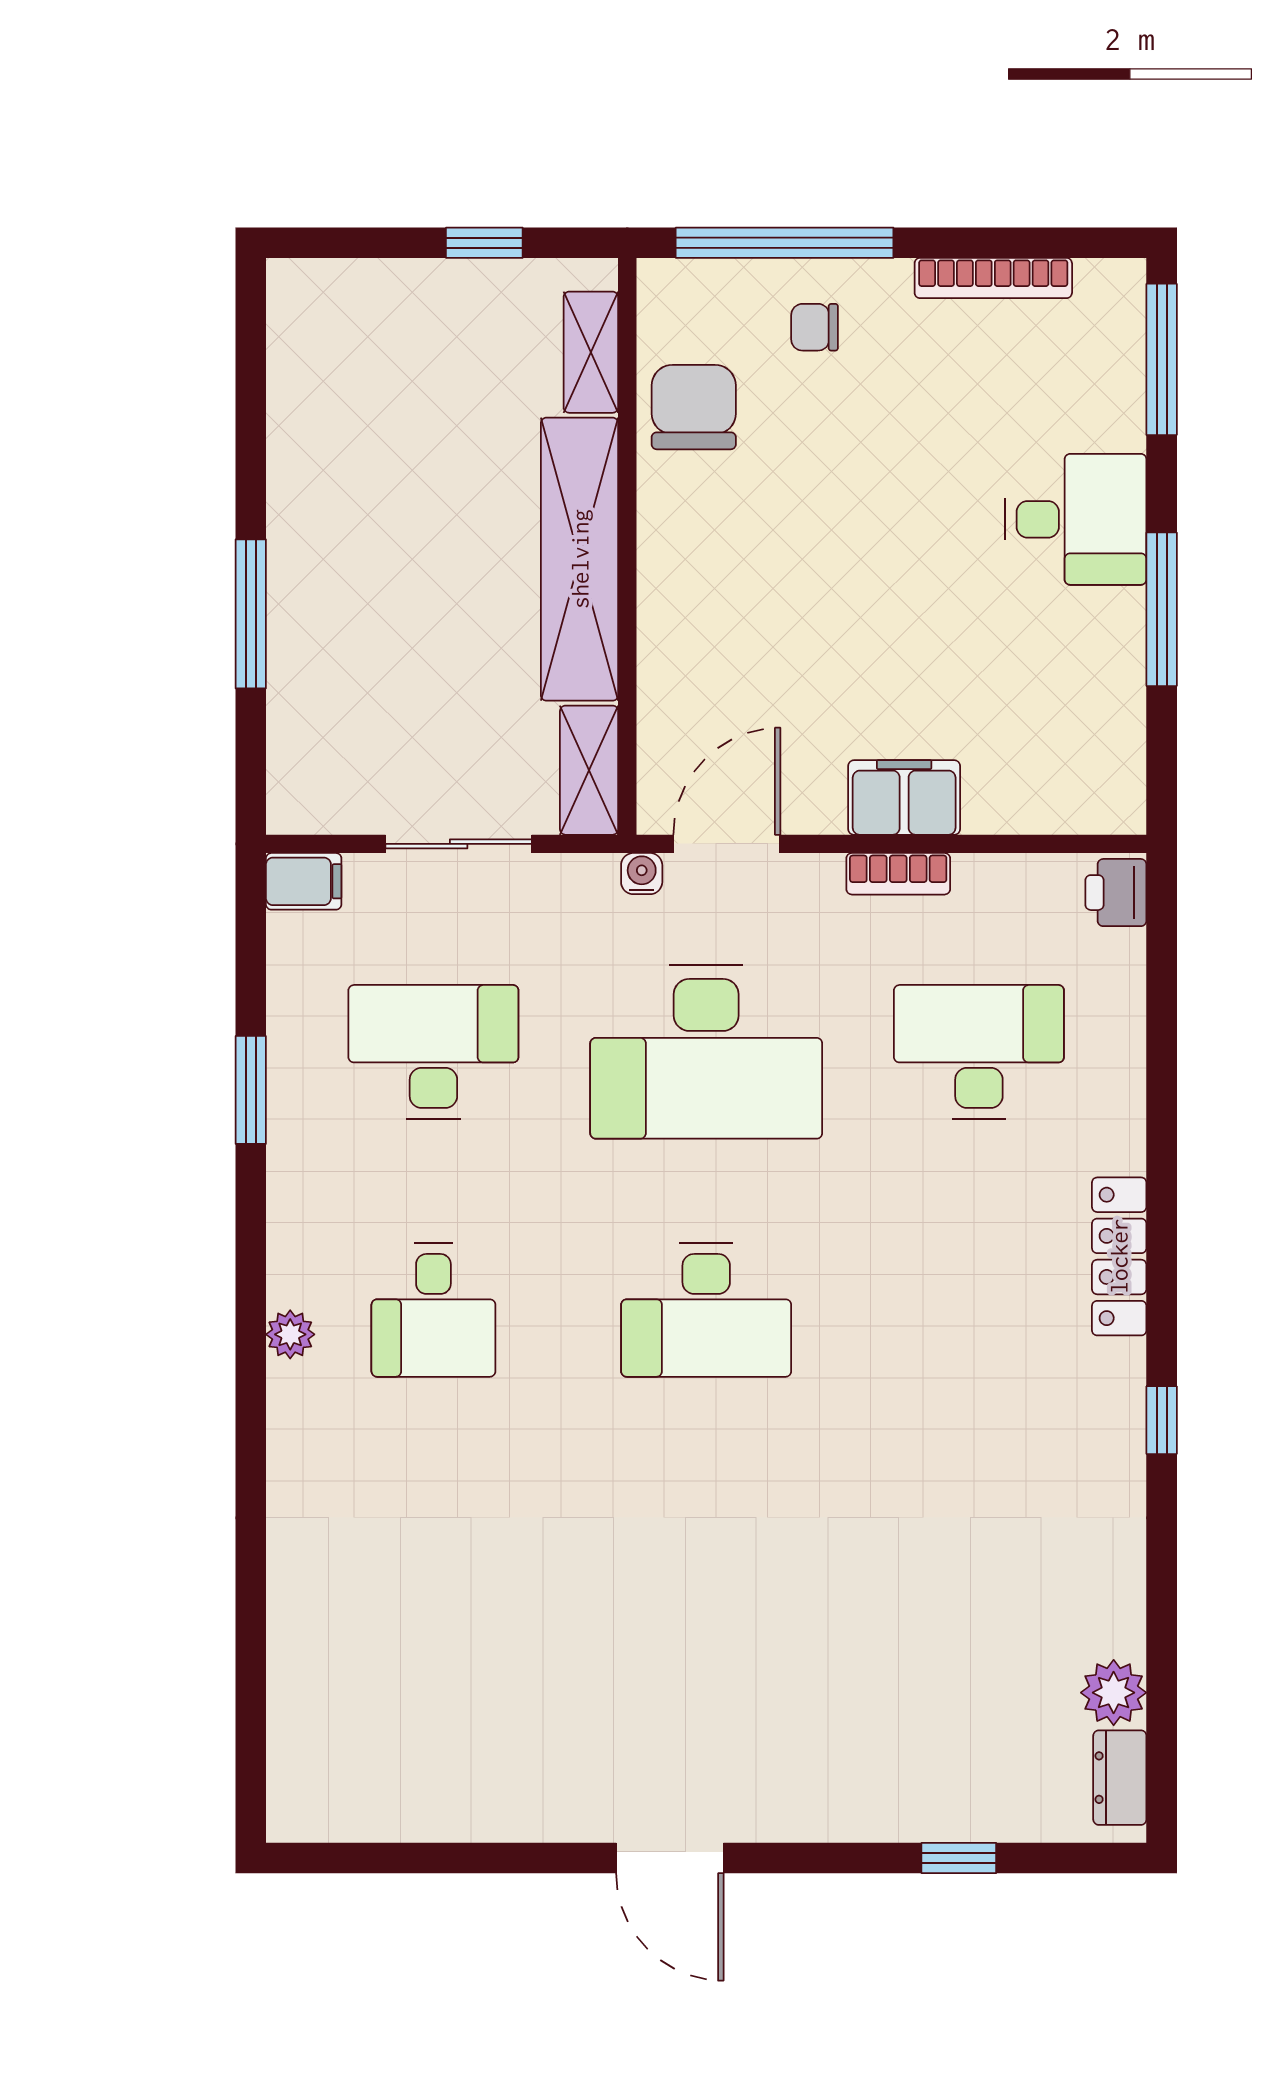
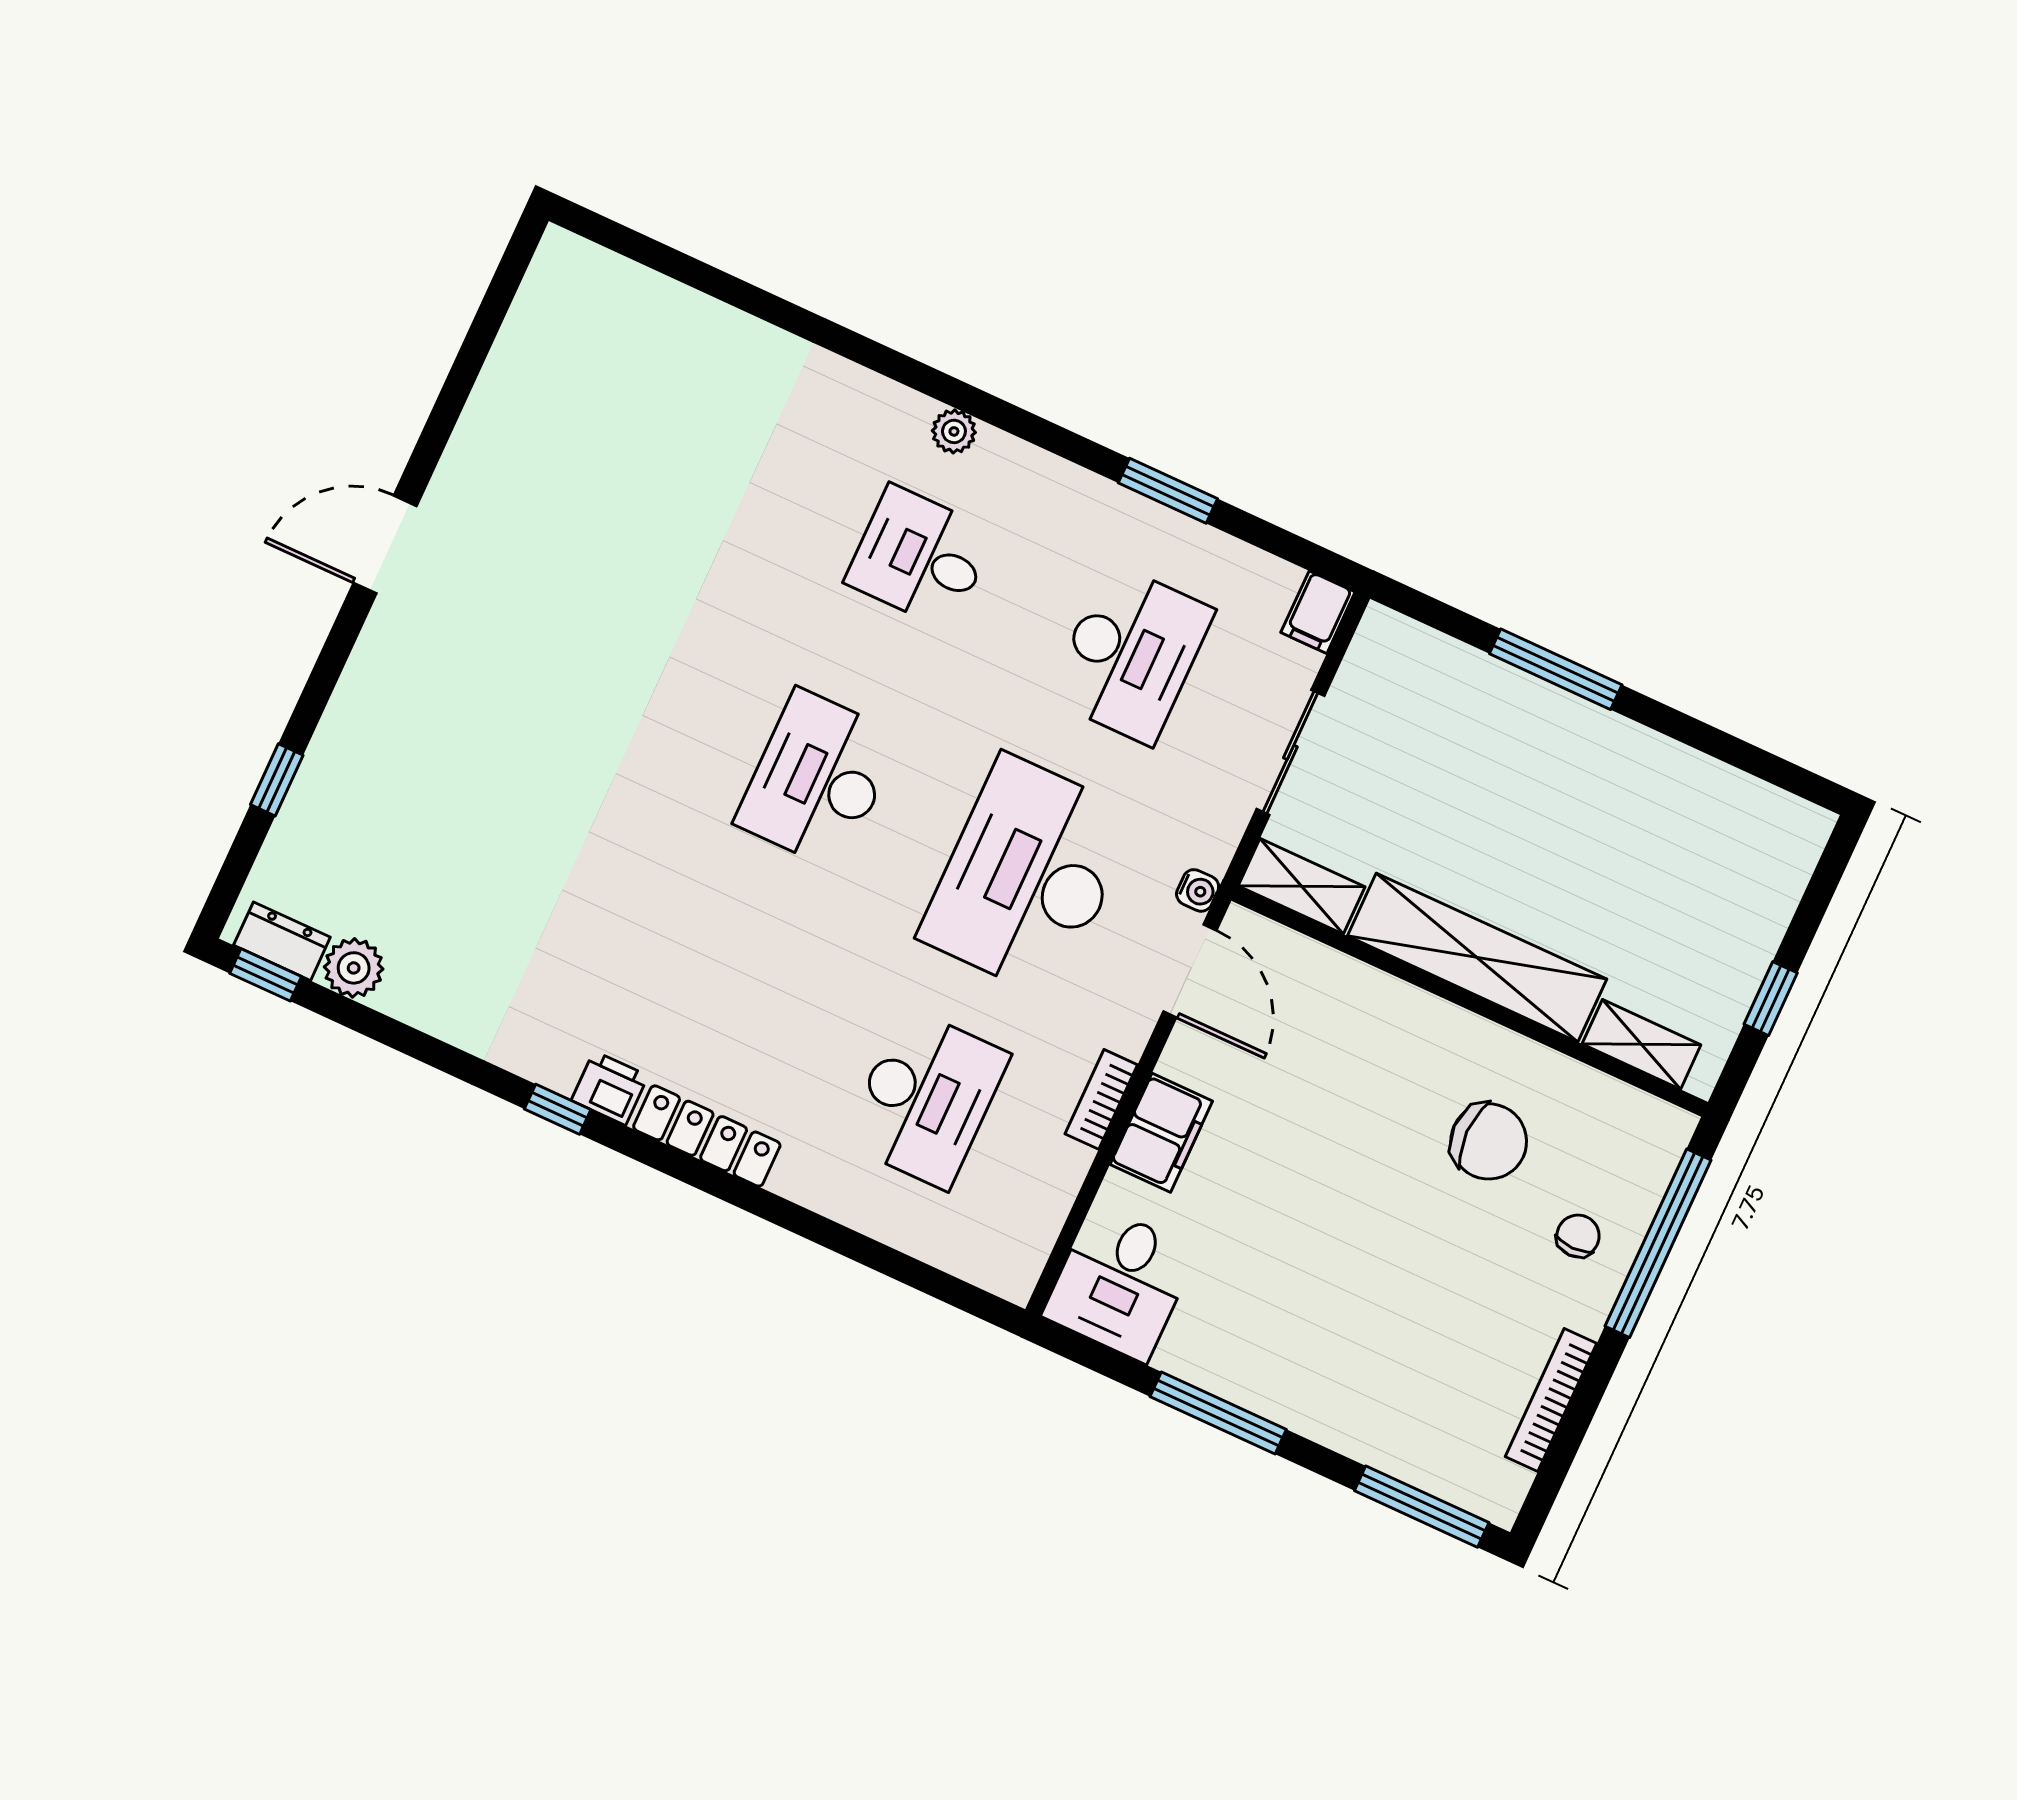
chair: (694, 407) -> (1489, 1141), moved
desk: (1076, 519) -> (1120, 1283), moved
printer: (1116, 893) -> (610, 1088), moved
window: (1162, 1778) -> (266, 975), added

